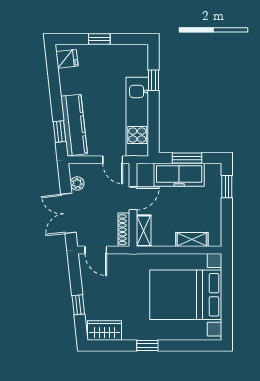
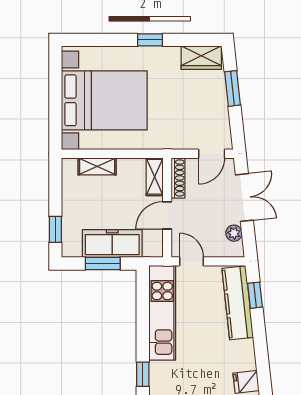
window: (154, 80) -> (143, 374), moved
door: (96, 250) -> (212, 154), swing flipped
window: (78, 305) -> (233, 88), width x1.50

